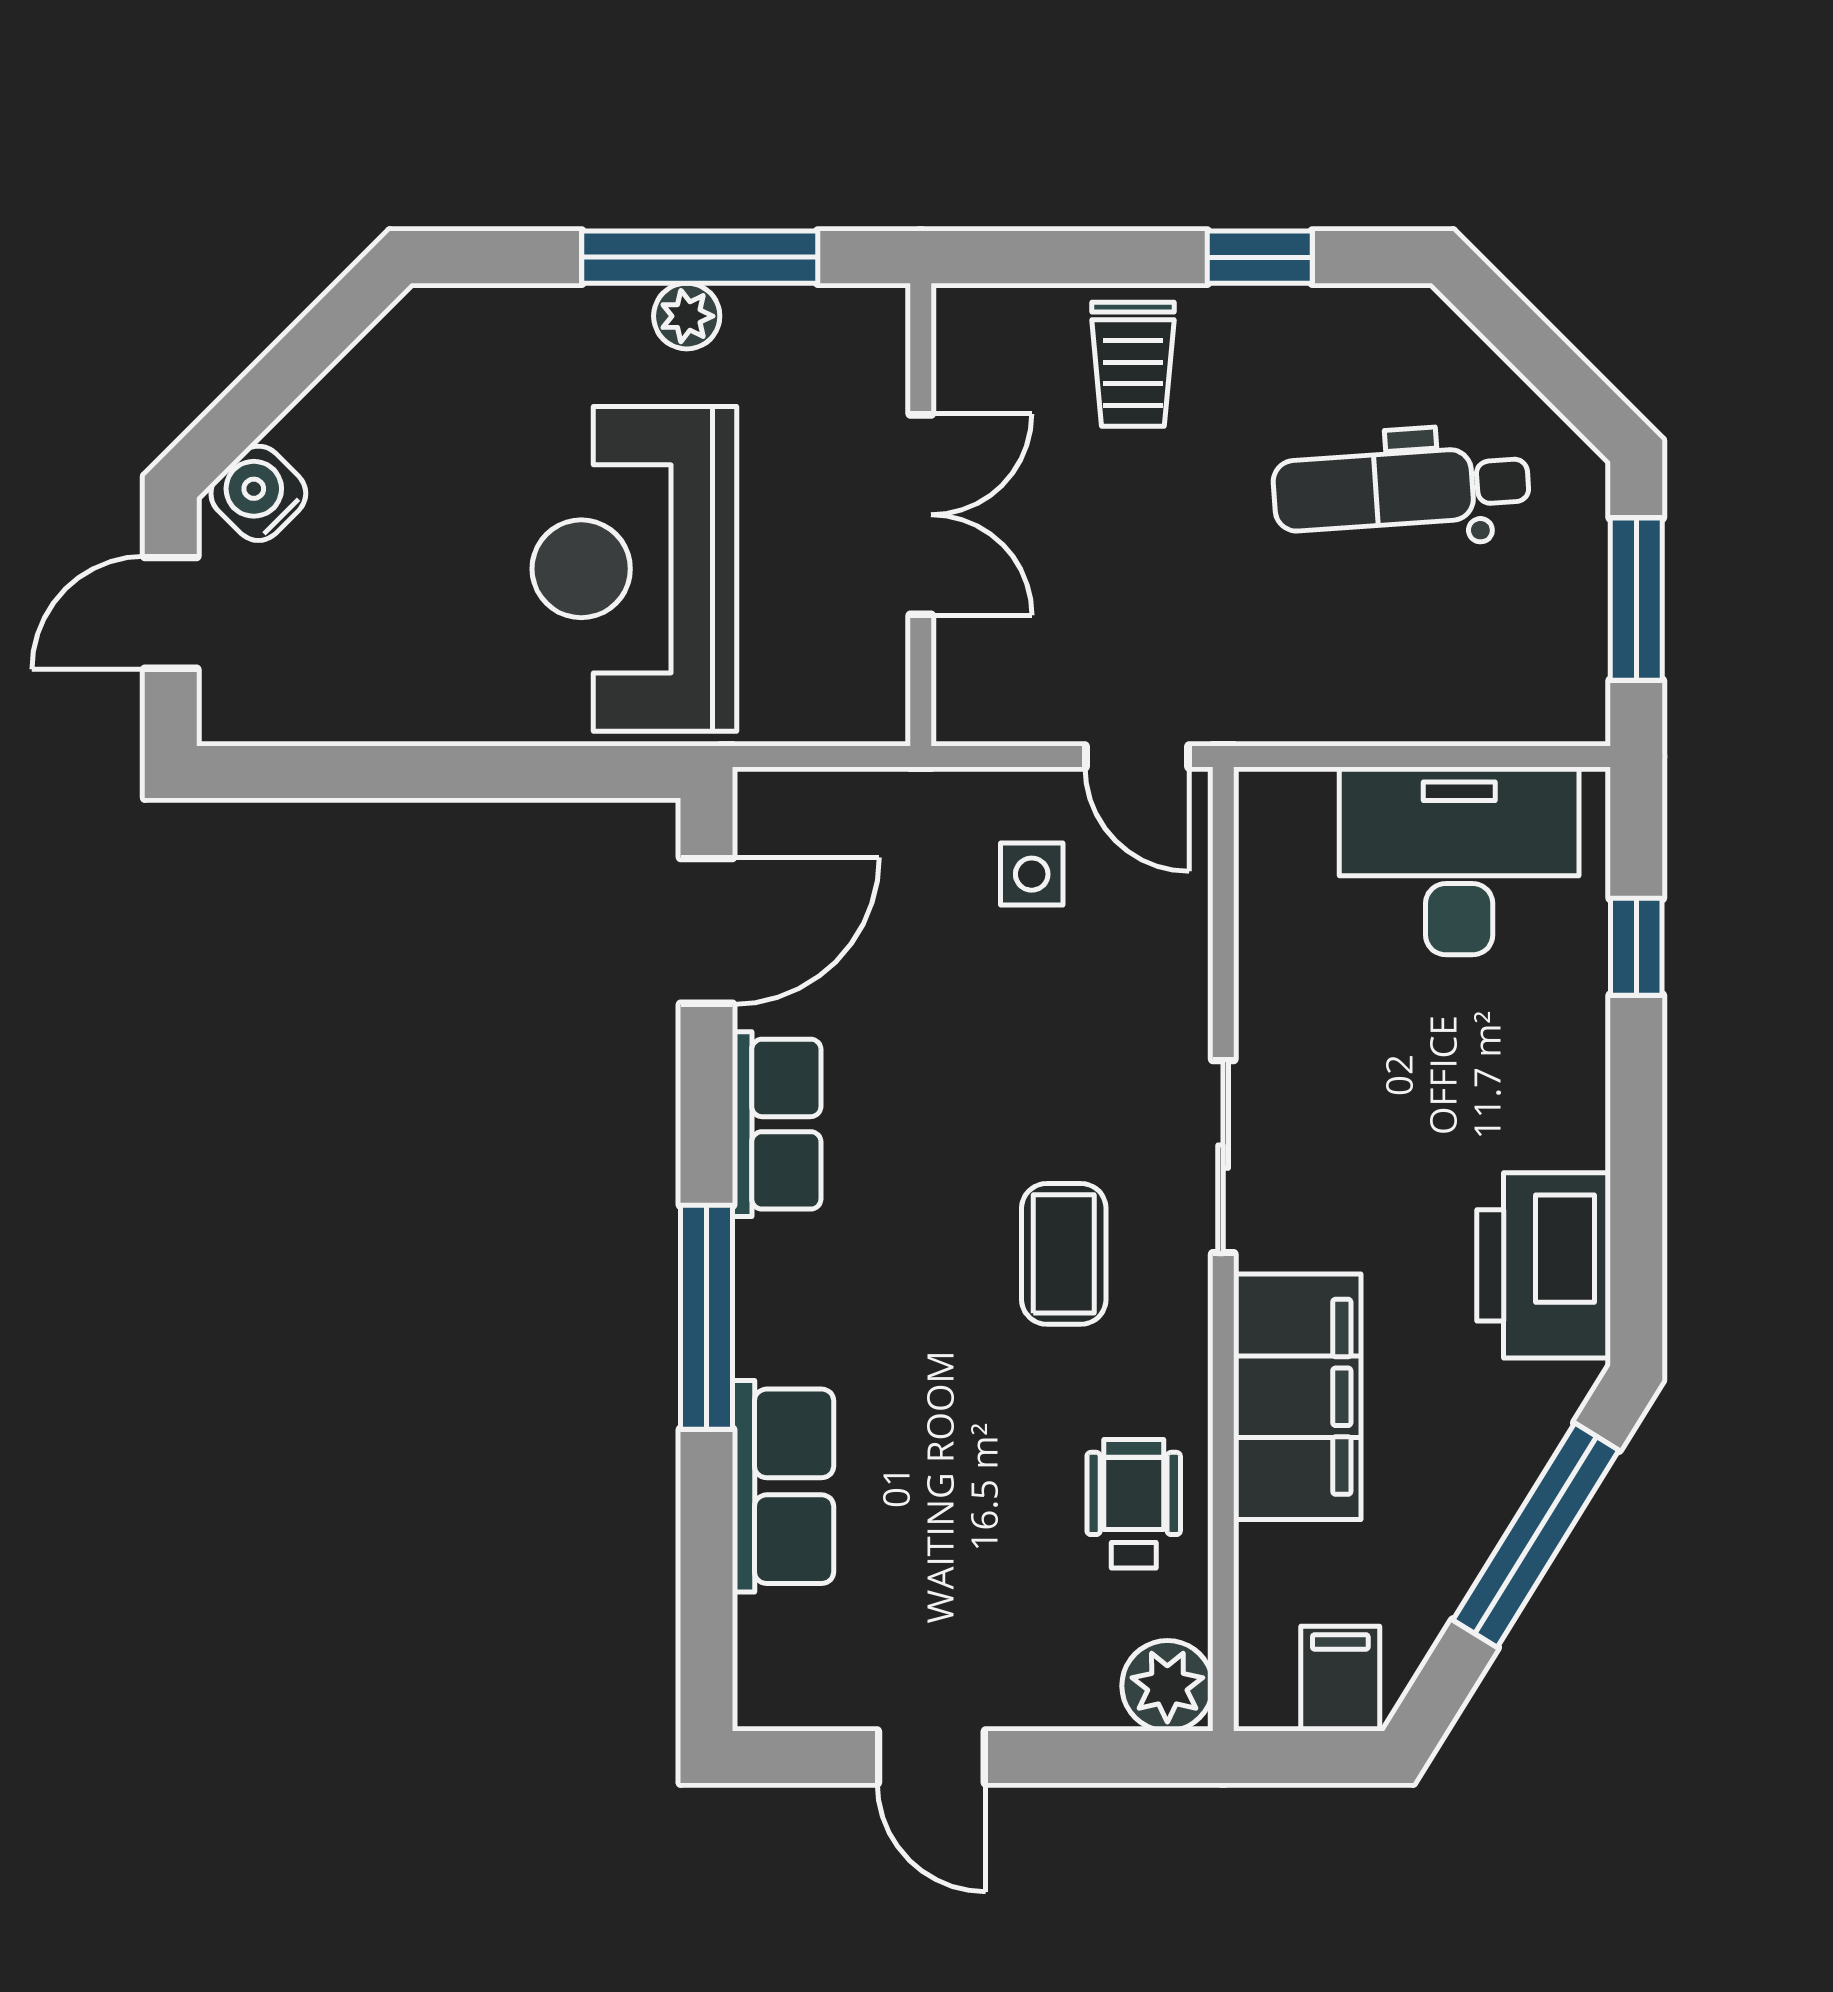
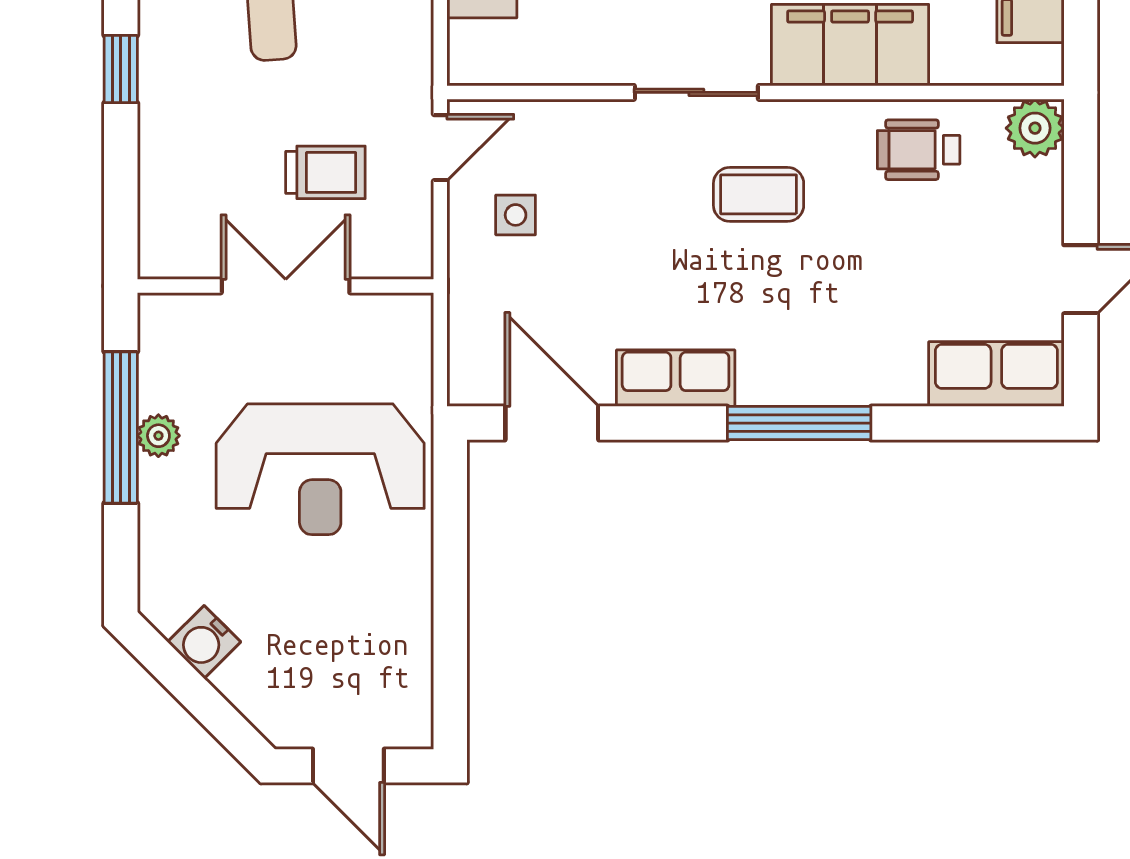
trolley: (1133, 364) -> (325, 172), moved
water cooler: (258, 493) -> (204, 642), moved
row of seats: (783, 1486) -> (996, 374), moved

